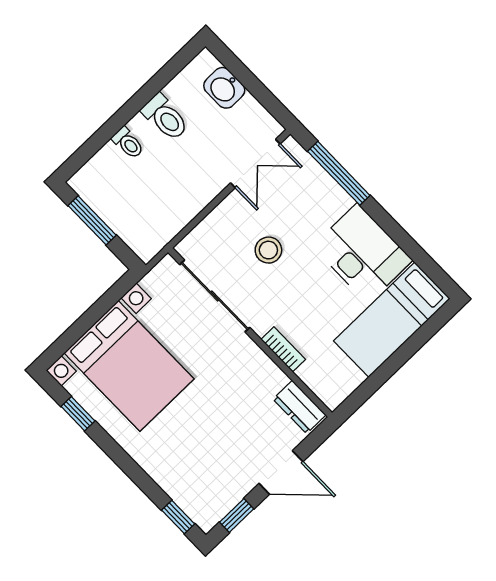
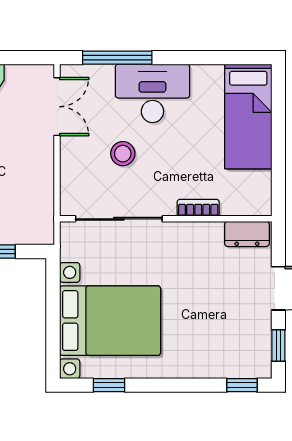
desk: (362, 253) -> (152, 93), moved

